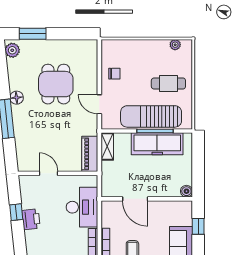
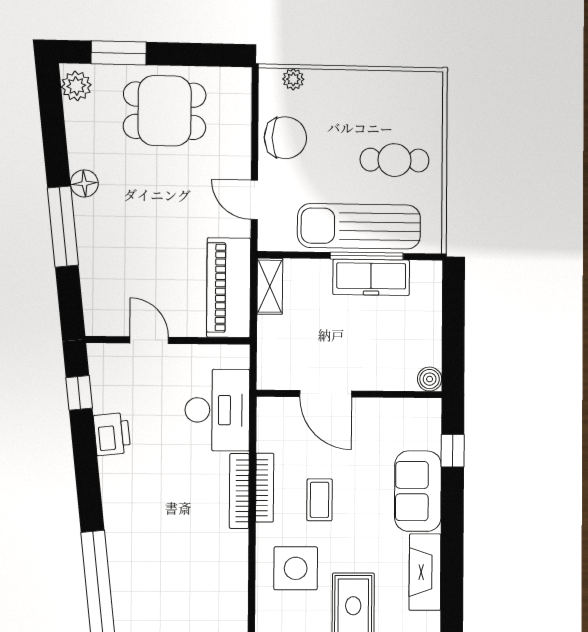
plant: (175, 45) -> (293, 79), moved
chair: (114, 74) -> (285, 138), width x1.87, depth x1.87
dining table: (56, 84) -> (165, 111), moved, turned 90
freezer: (157, 144) -> (371, 277), width x0.73, depth x0.79
piano: (90, 154) -> (229, 288), width x1.37, depth x1.33
window: (16, 212) -> (79, 393), moved

